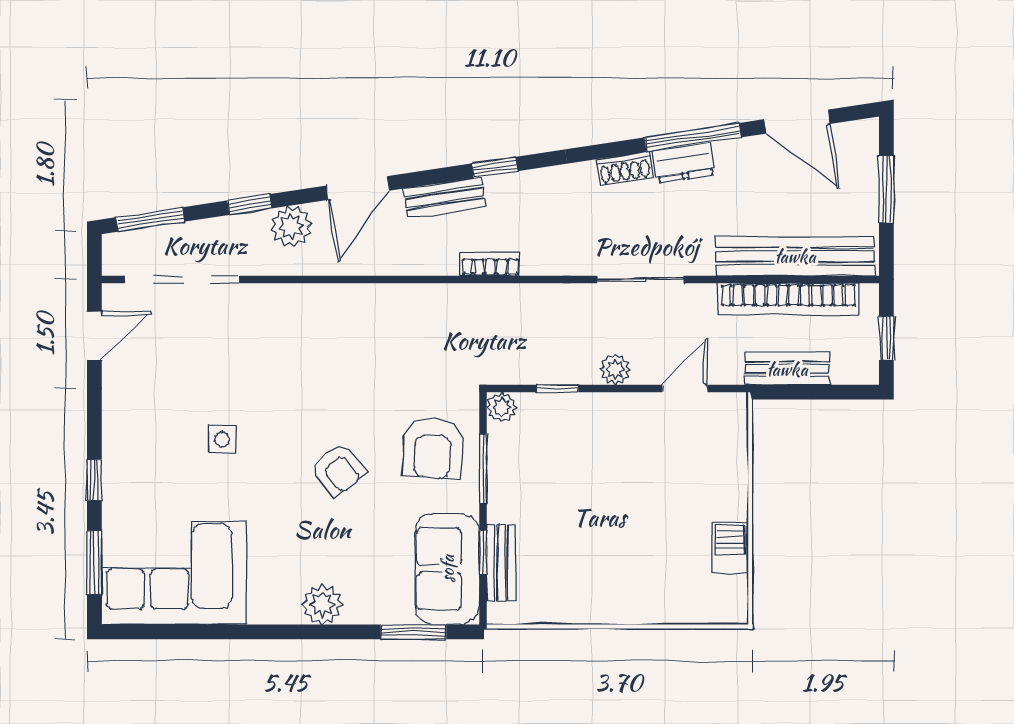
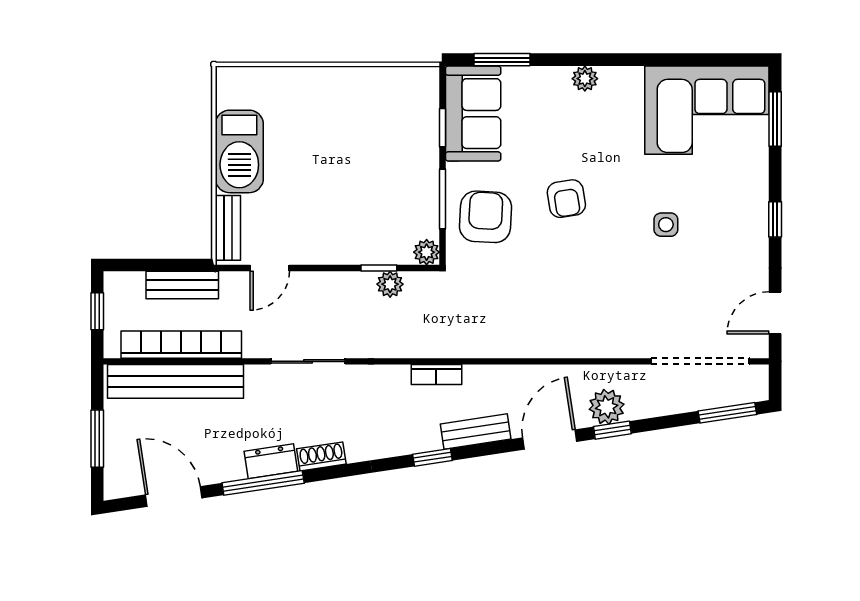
window: (250, 204) -> (612, 430), moved
plant: (615, 370) -> (390, 284), moved
armchair: (338, 470) -> (566, 199), turned -151
window: (94, 480) -> (775, 219), moved
barbecue: (730, 547) -> (239, 151), width x1.88, depth x1.53
bench: (501, 563) -> (228, 228), moved
plant: (322, 604) -> (585, 79), width x0.73, depth x0.73

